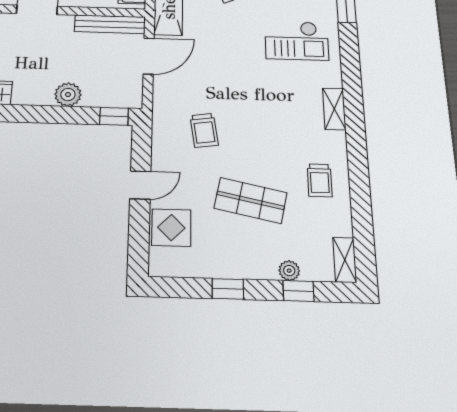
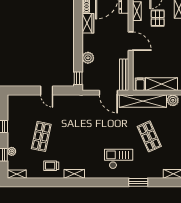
checkout: (297, 41) -> (119, 159), turned 90
shelving: (334, 109) -> (74, 174), moved
trolley: (204, 130) -> (73, 117), removed
display table: (171, 228) -> (28, 104), removed

